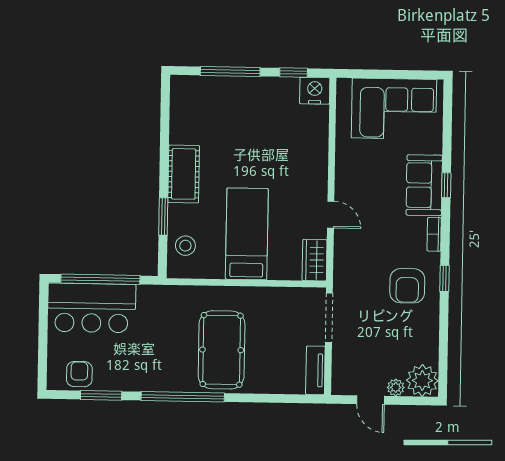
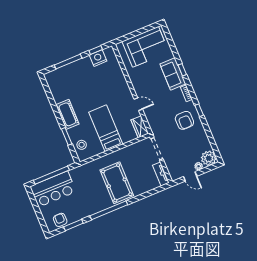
nightstand: (315, 91) -> (98, 58), moved

